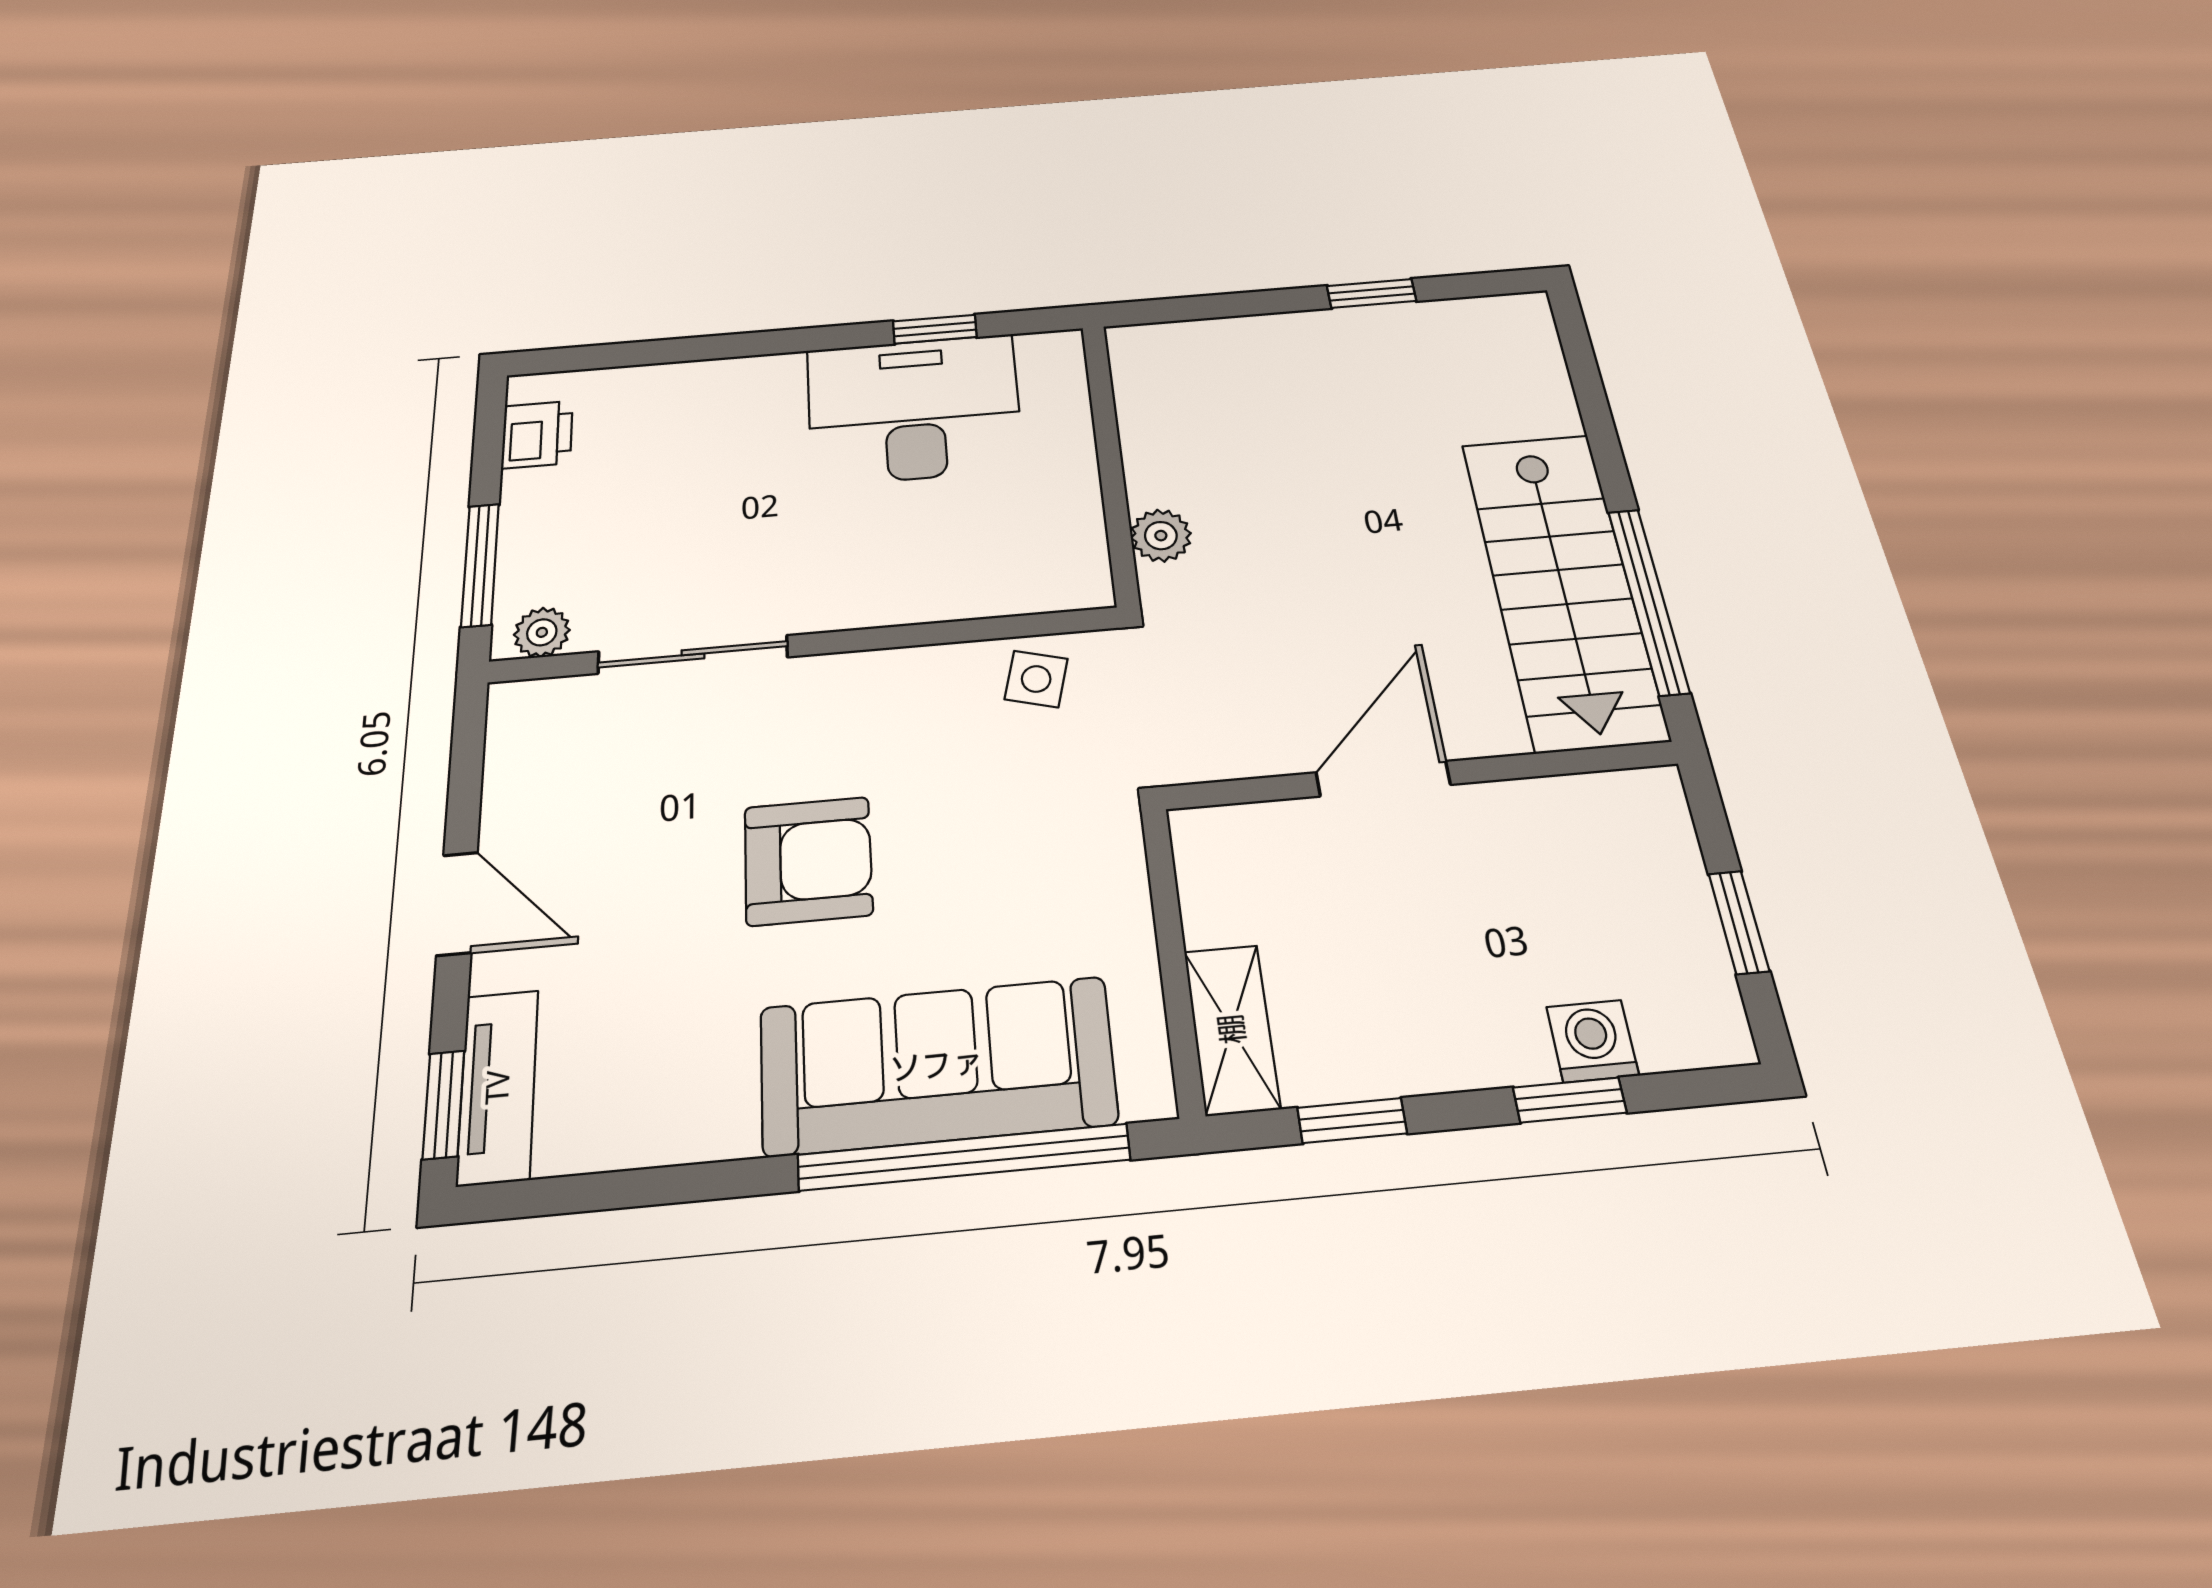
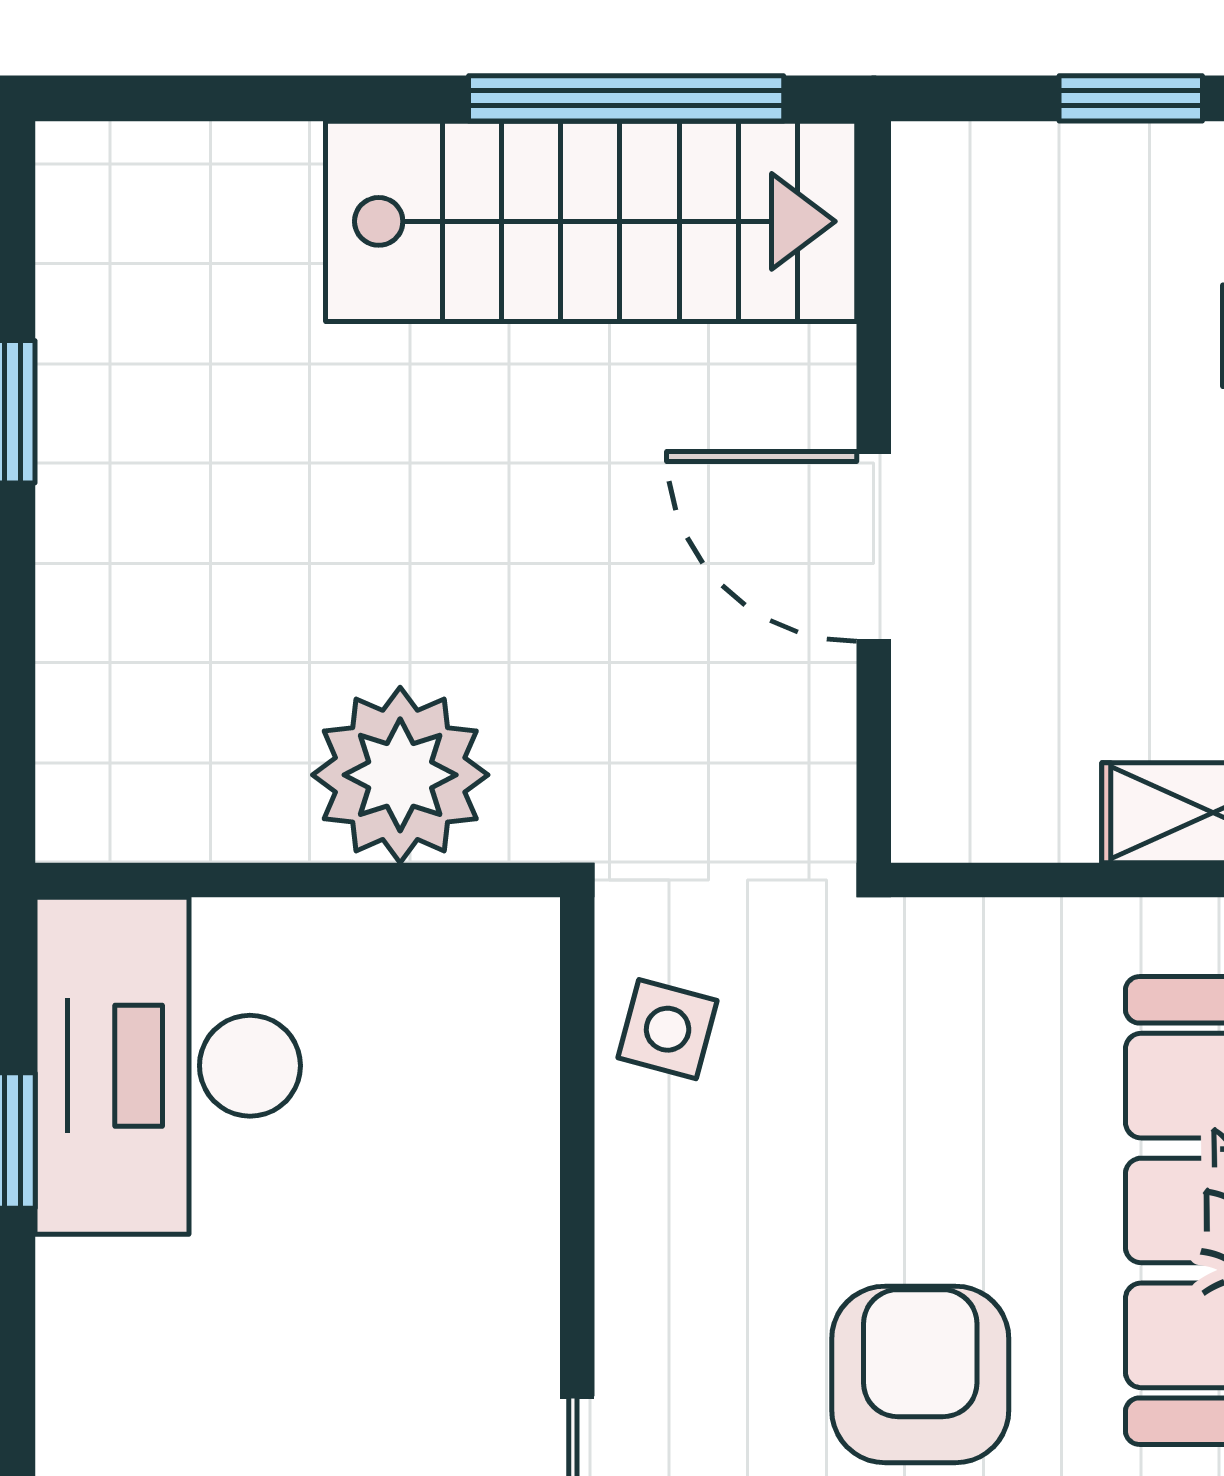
desk: (914, 409) -> (168, 1066), moved
plant: (1161, 536) -> (400, 775), width x1.87, depth x1.87

